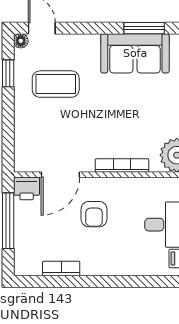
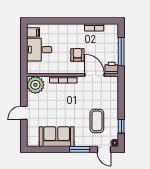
window: (144, 28) -> (80, 149), moved
coffee table: (56, 84) -> (97, 121), turned 90
door: (60, 175) -> (95, 75), hinge flipped

